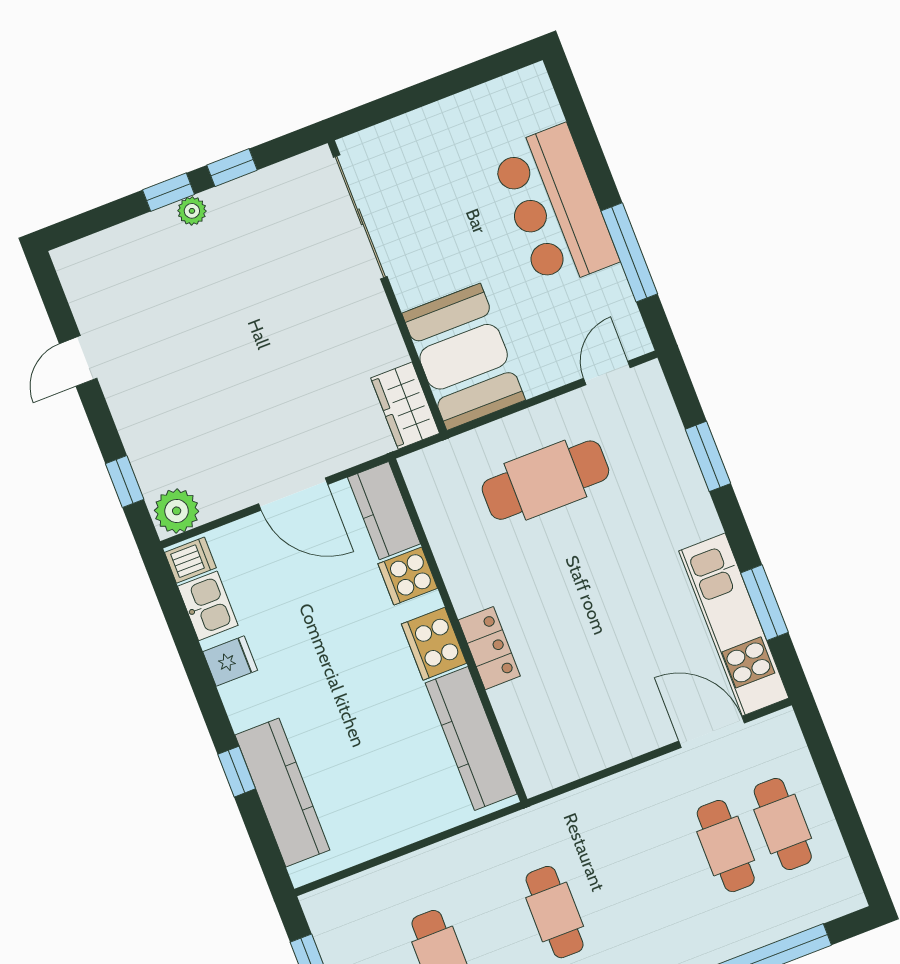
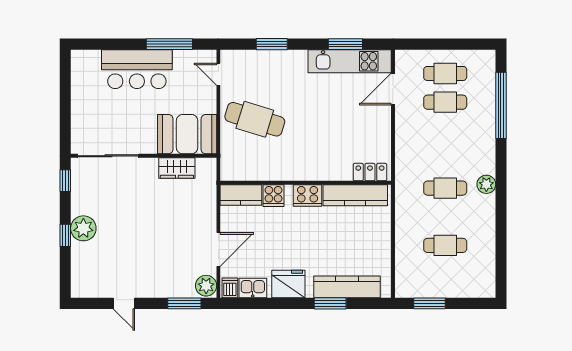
window: (232, 168) -> (65, 181), moved
plant: (192, 211) -> (83, 228), width x1.88, depth x1.88
wardrobe: (405, 406) -> (177, 168), moved
cafe table: (545, 480) -> (255, 119), turned -73
window: (125, 481) -> (184, 303), width x1.50
door: (293, 494) -> (218, 249), moved
locker: (489, 648) -> (370, 172), moved
fridge: (230, 661) -> (288, 284), width x1.88, depth x1.34
window: (237, 772) -> (330, 303), width x1.50

